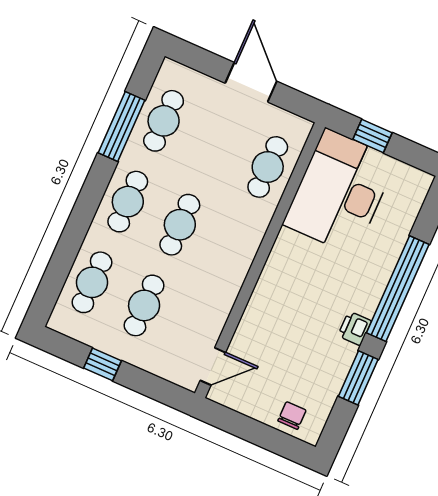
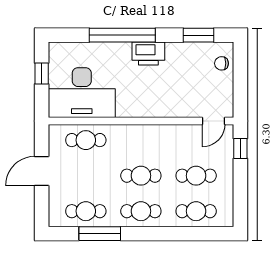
window: (372, 136) -> (42, 73), moved
printer: (355, 328) -> (148, 53), width x1.87, depth x1.48
window: (103, 364) -> (240, 149), moved
door: (213, 366) -> (213, 121), swing flipped
window: (358, 378) -> (198, 35), moved

